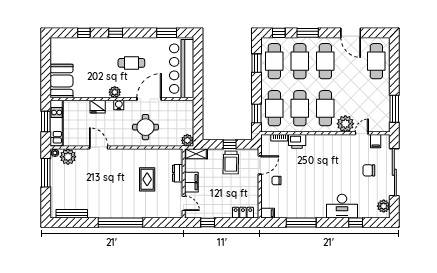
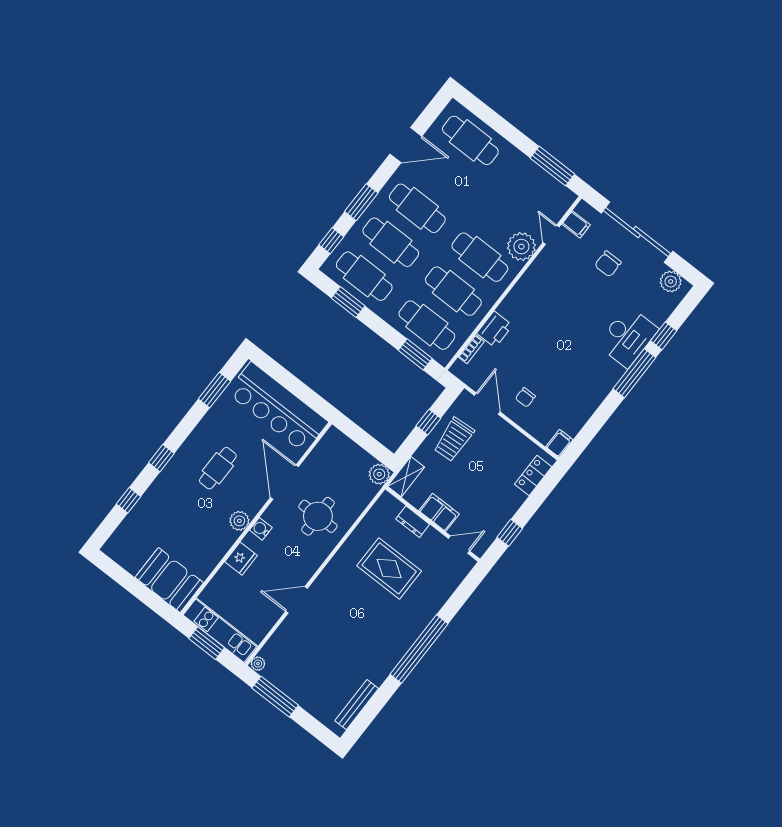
plant: (68, 157) -> (277, 650), removed
trolley: (231, 162) -> (454, 439), turned 85
rug: (147, 179) -> (389, 568), width x1.36, depth x1.43
window: (301, 223) -> (634, 373), moved

